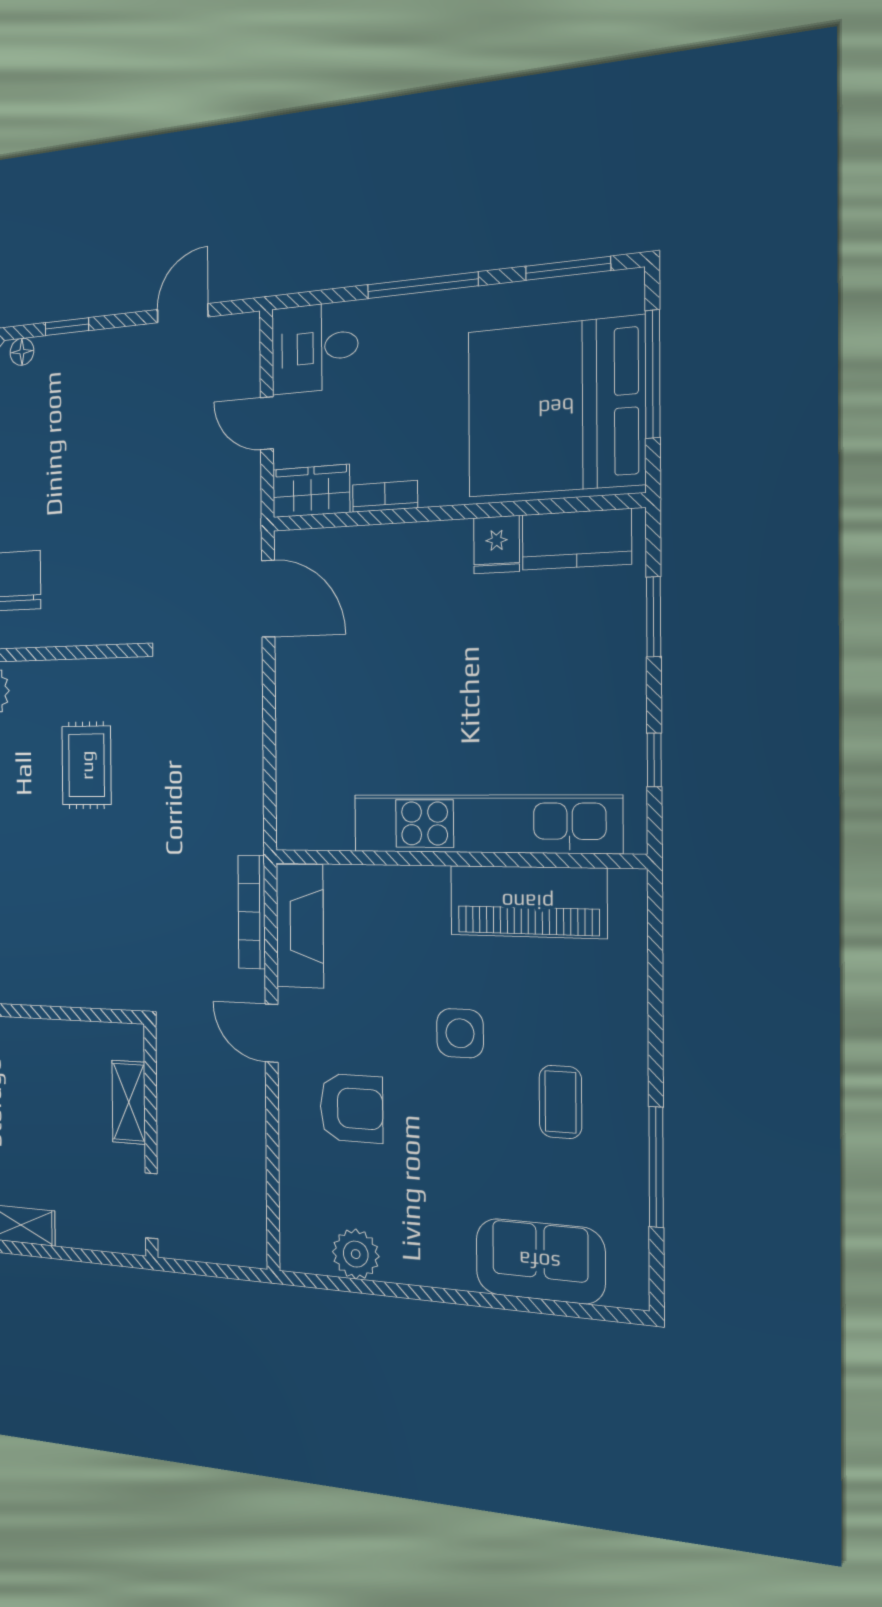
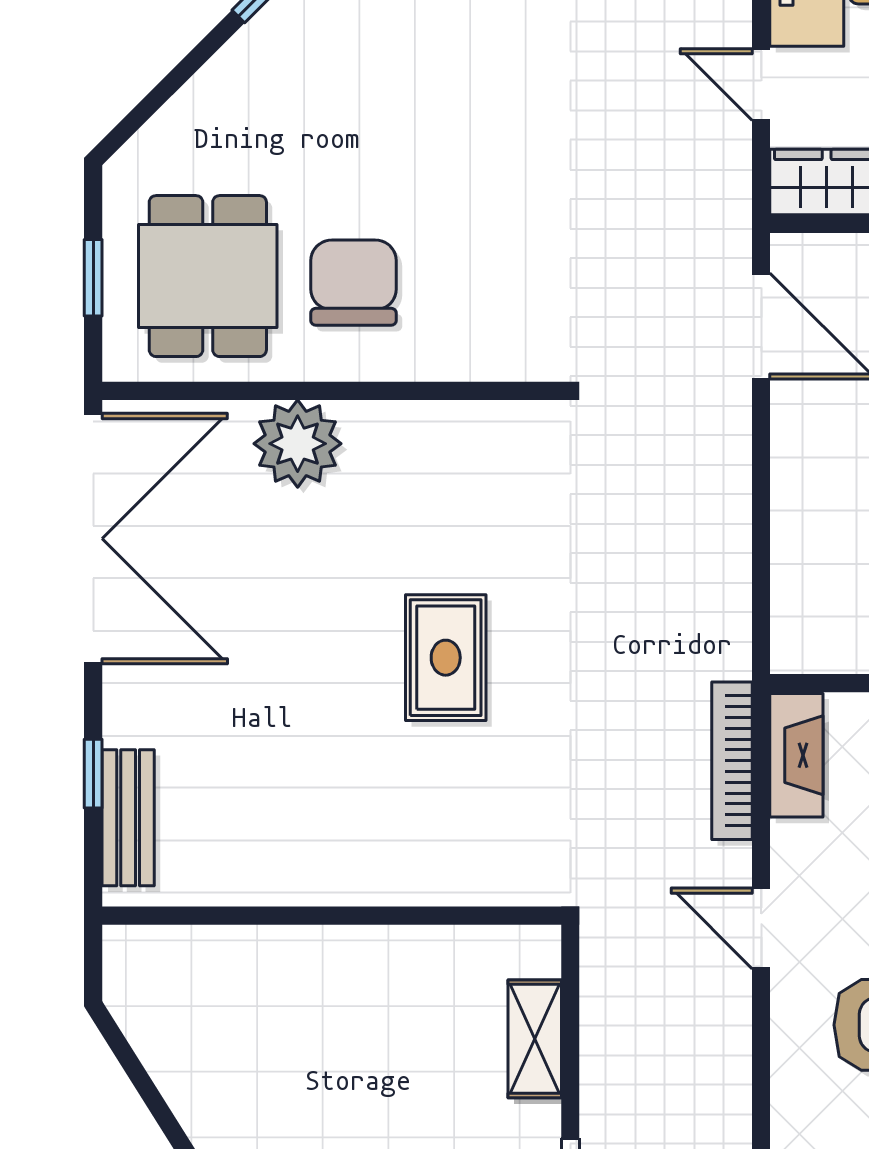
rug: (87, 765) -> (446, 658), moved
fireplace: (300, 926) -> (796, 755), width x0.73, depth x0.76

